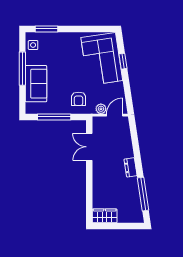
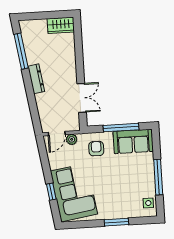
window: (47, 29) -> (116, 222), moved
sofa: (36, 84) -> (133, 141), moved, turned -90
dresser: (131, 167) -> (36, 79), width x1.44

